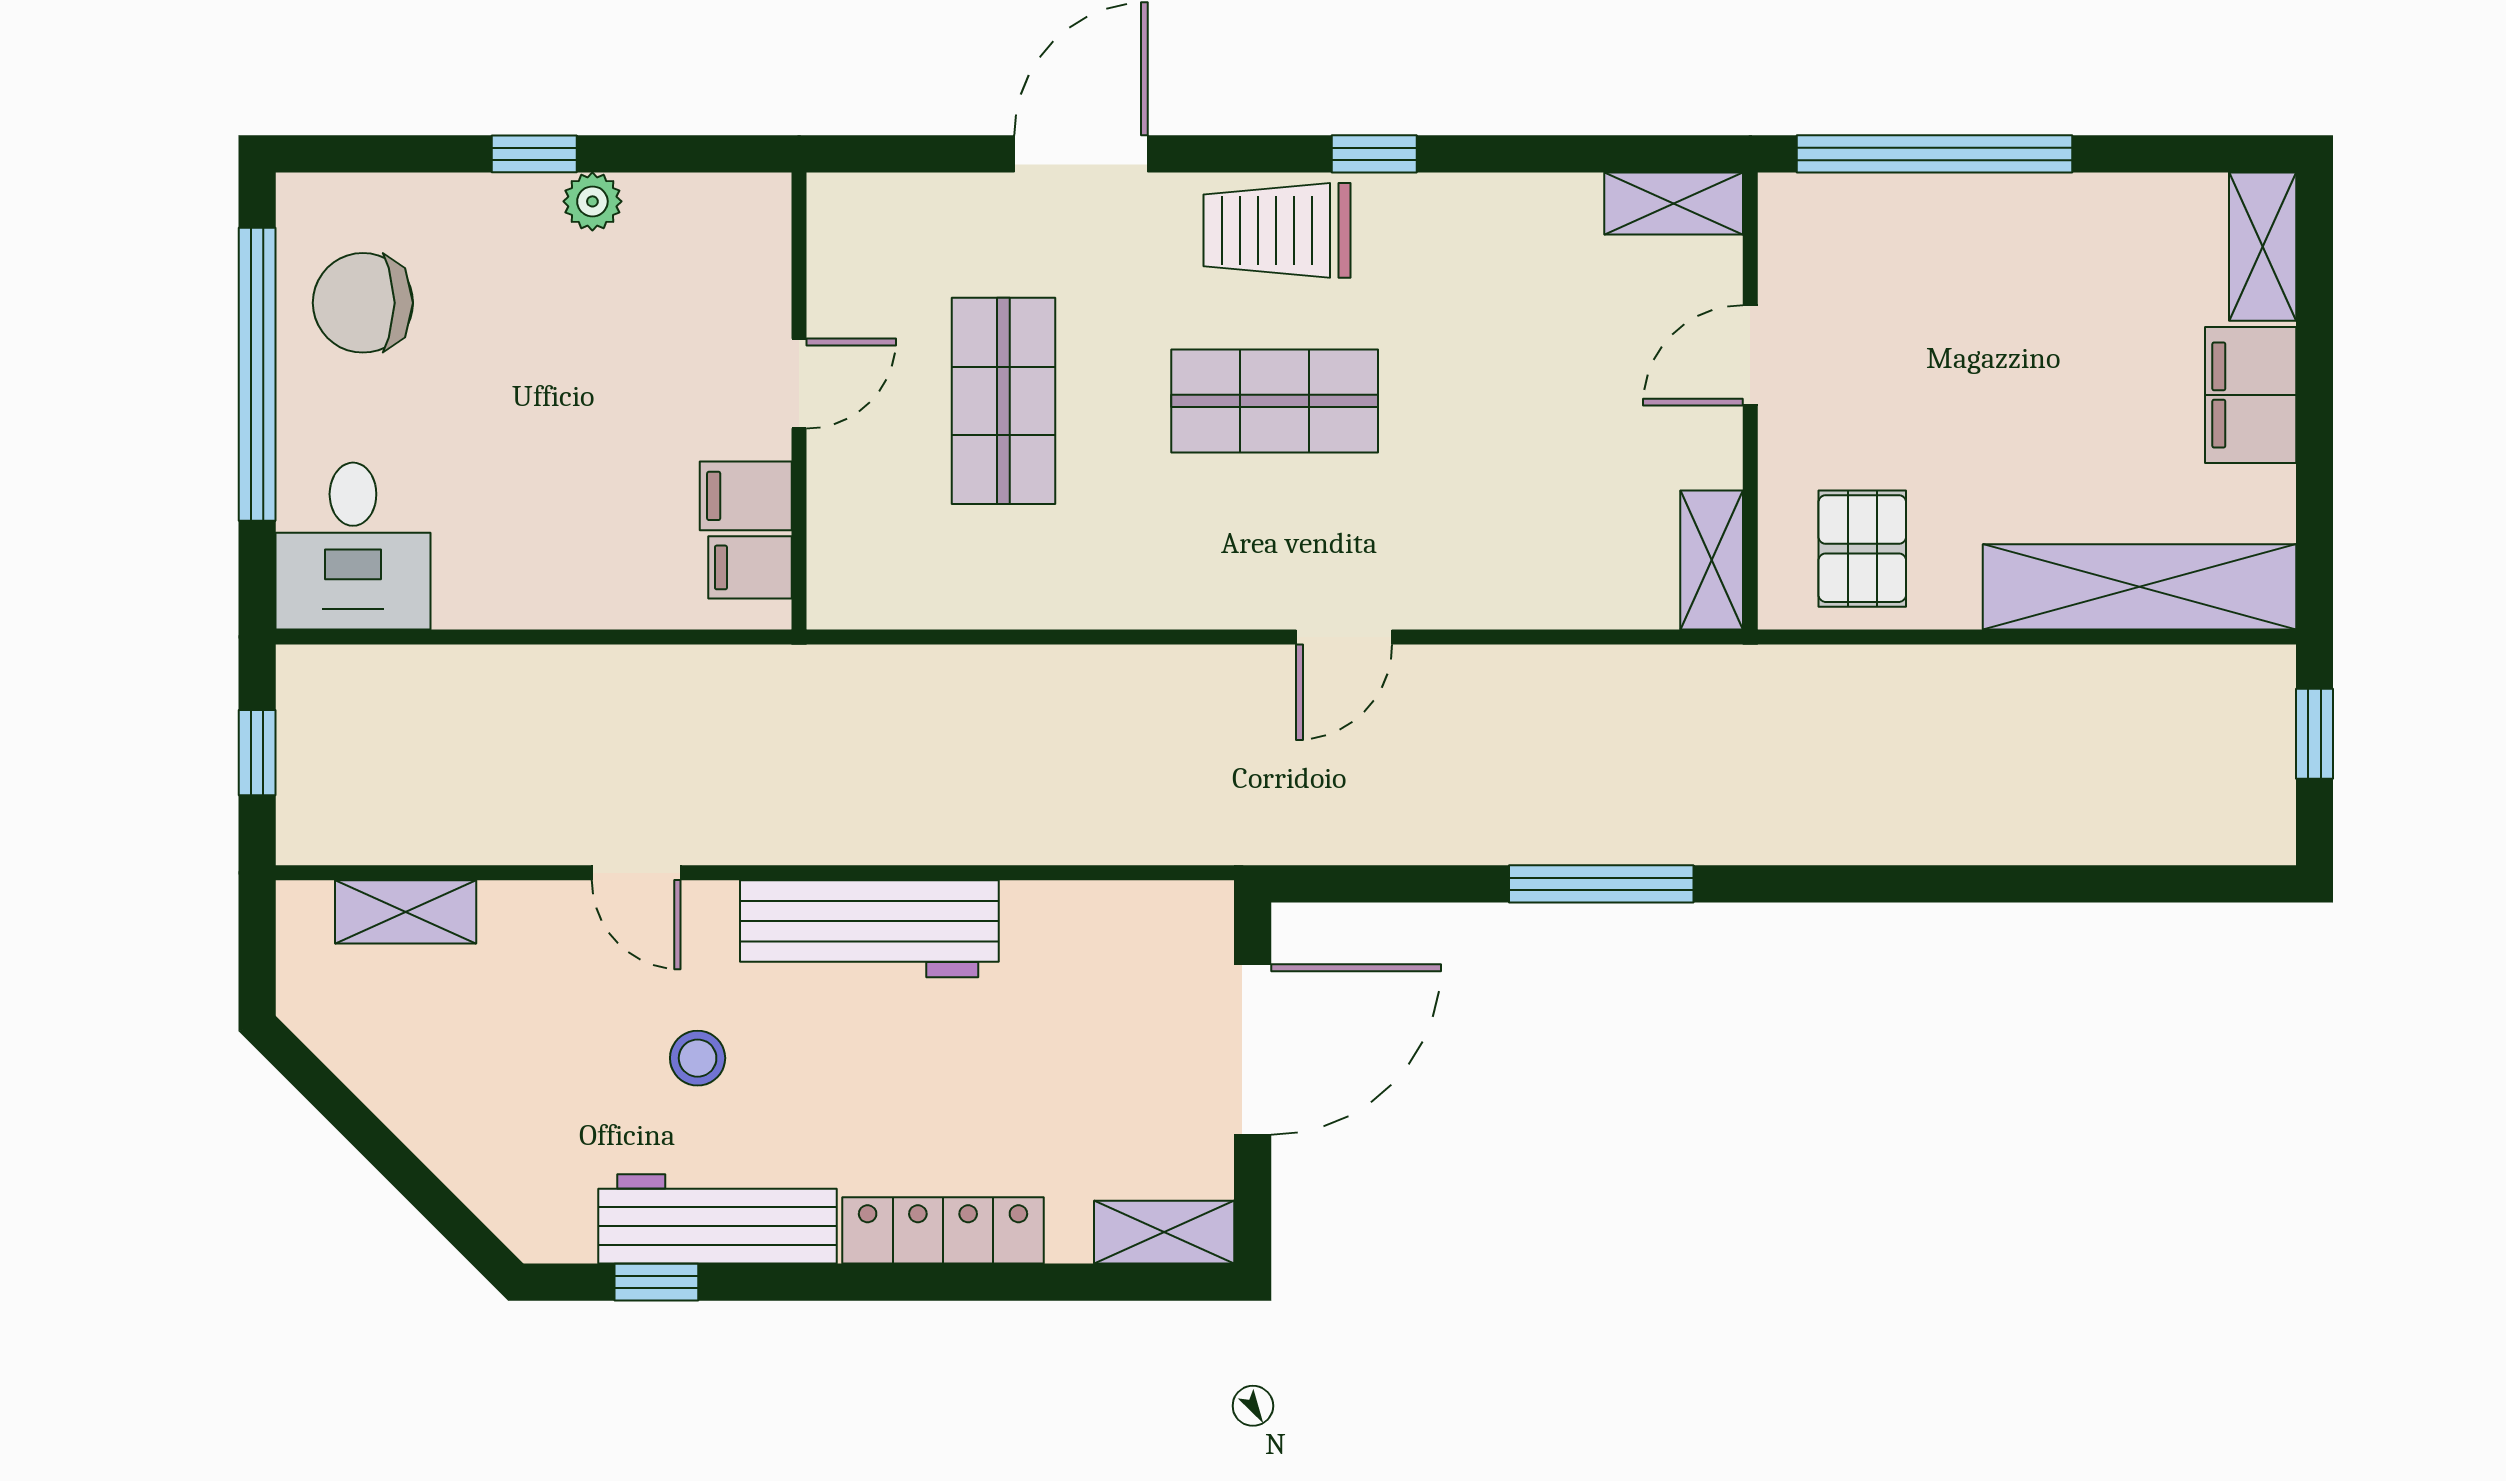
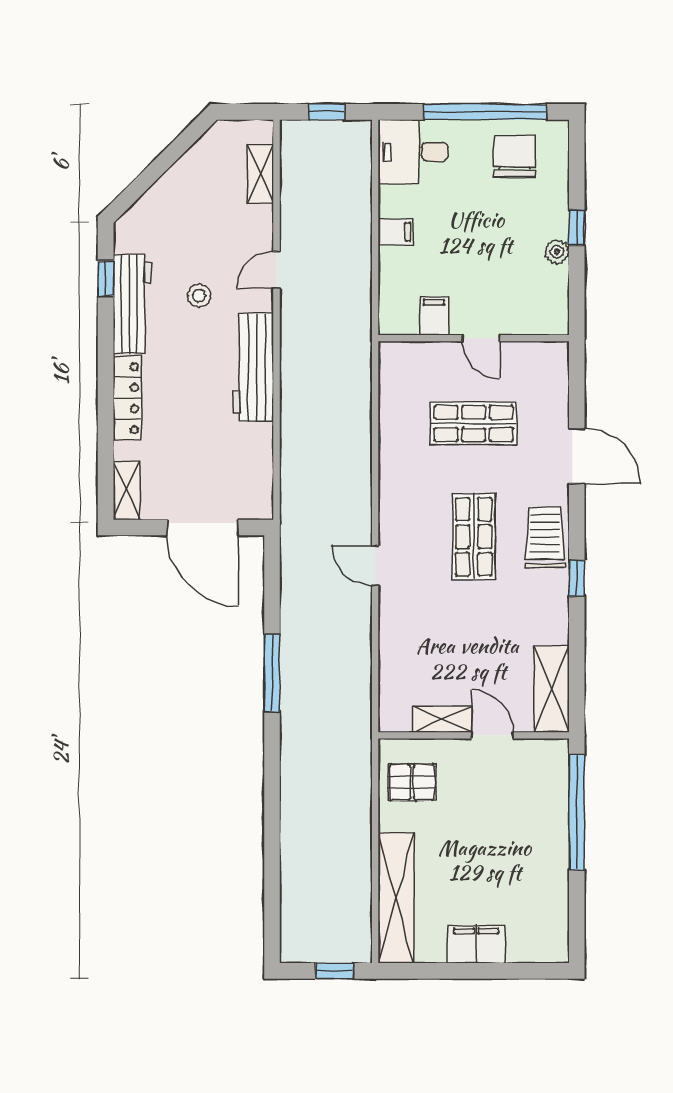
shelving: (1674, 204) -> (552, 689), width x1.50, depth x1.33
shelving: (2263, 247) -> (538, 949), removed
shelving: (1712, 560) -> (442, 719), moved
filing cabinet: (750, 567) -> (396, 232), moved, turned 90

